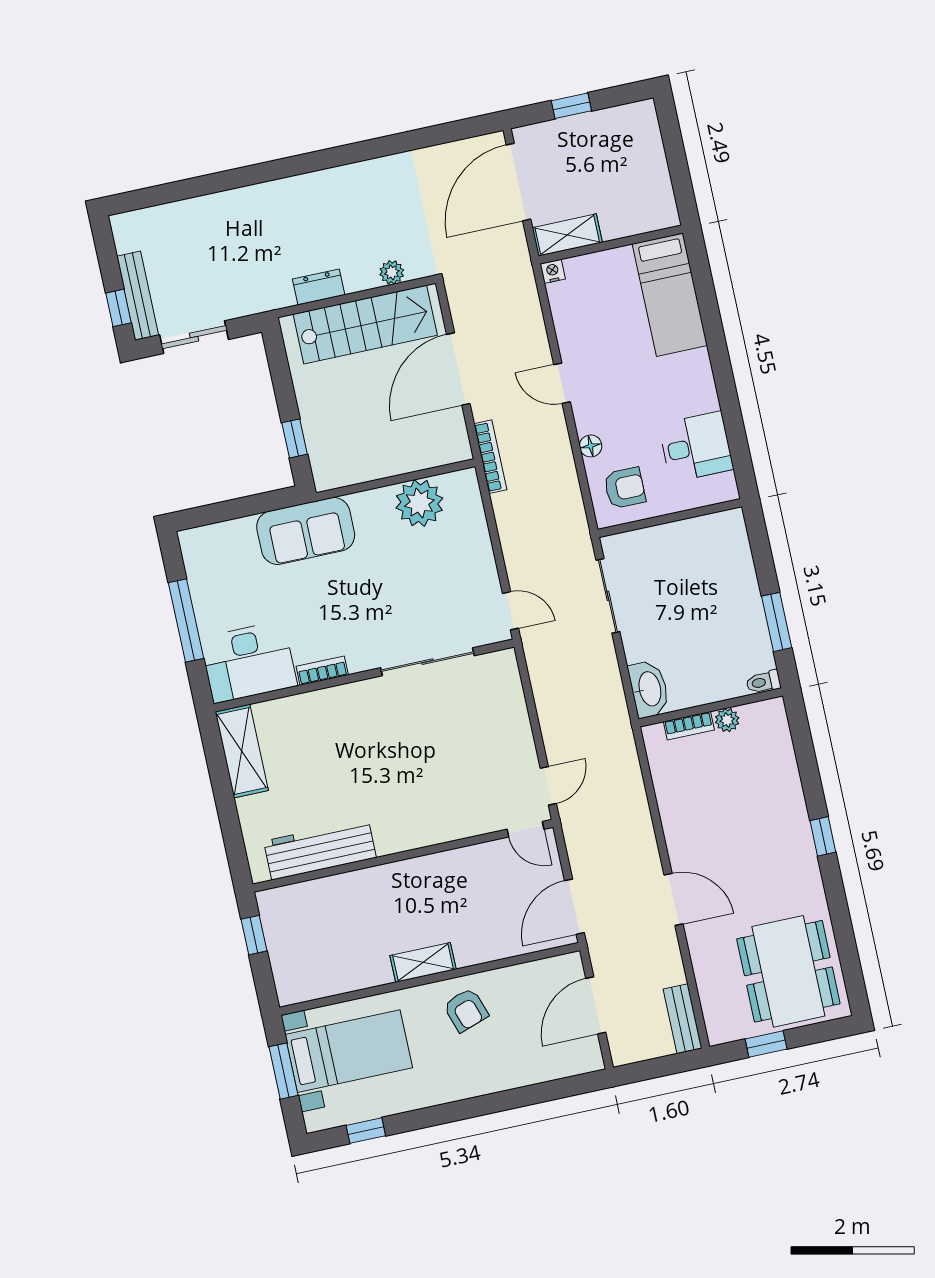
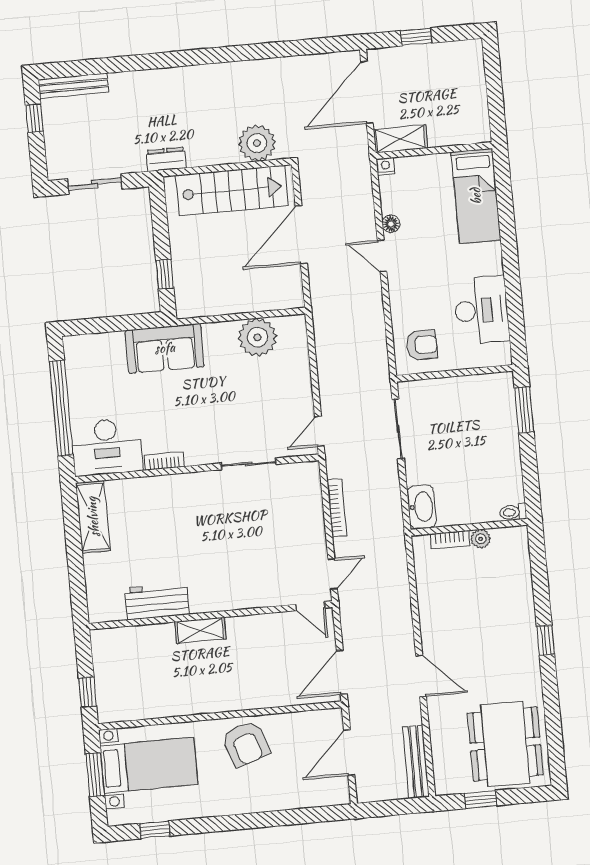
plant: (392, 272) -> (257, 143), width x1.87, depth x1.87
dresser: (319, 287) -> (166, 159), moved
bench: (138, 296) -> (73, 86), moved, turned 90
window: (118, 308) -> (34, 118), moved
floor lamp: (591, 446) -> (391, 224), moved
desk: (696, 447) -> (481, 310), width x1.37
bookcase: (490, 457) -> (337, 508), moved
door: (510, 611) -> (319, 431), swing flipped
window: (186, 620) -> (61, 408), width x1.46
window: (777, 622) -> (524, 410), moved
sliding door: (427, 662) -> (249, 464), width x0.73
workbench: (320, 849) -> (157, 601), width x0.73
window: (254, 935) -> (88, 692), moved
shelving: (423, 962) -> (200, 630), moved
armchair: (466, 1010) -> (246, 744), width x1.38, depth x1.38
bench: (683, 1019) -> (416, 762), width x1.36

